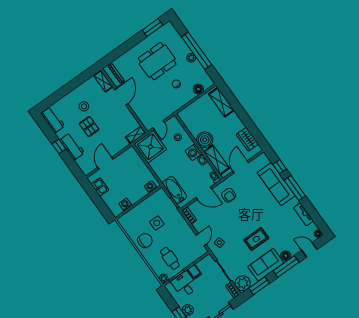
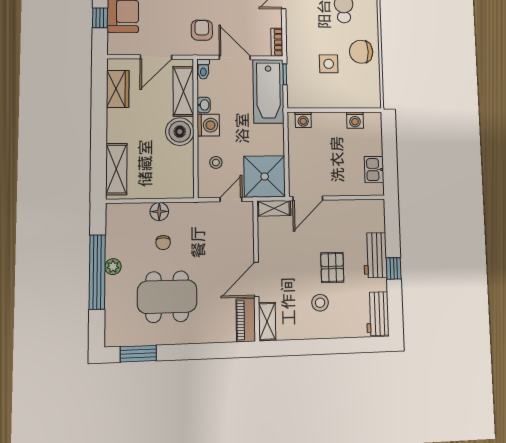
floor lamp: (198, 89) -> (159, 212), moved
door: (105, 163) -> (308, 198), moved
bathtub: (175, 190) -> (268, 91), width x1.36, depth x1.36

